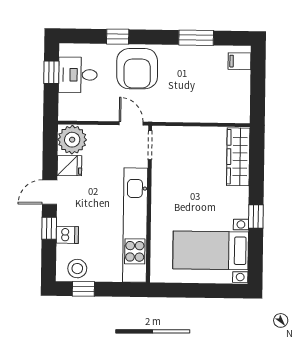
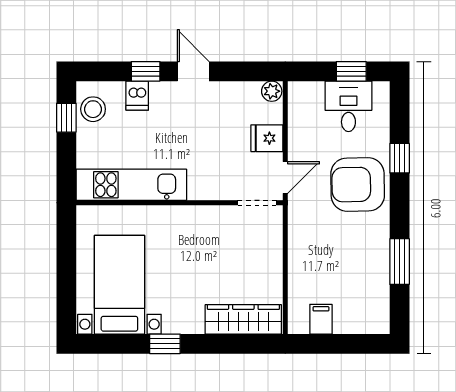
filing cabinet: (239, 61) -> (321, 319), moved
plant: (72, 140) -> (272, 91), width x0.53, depth x0.53
fridge: (69, 166) -> (267, 138), moved, turned 90
kitchen unit: (135, 225) -> (131, 185), width x0.73

